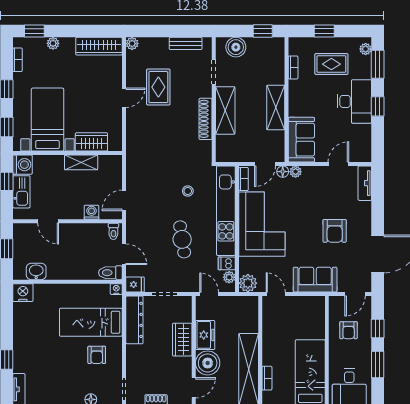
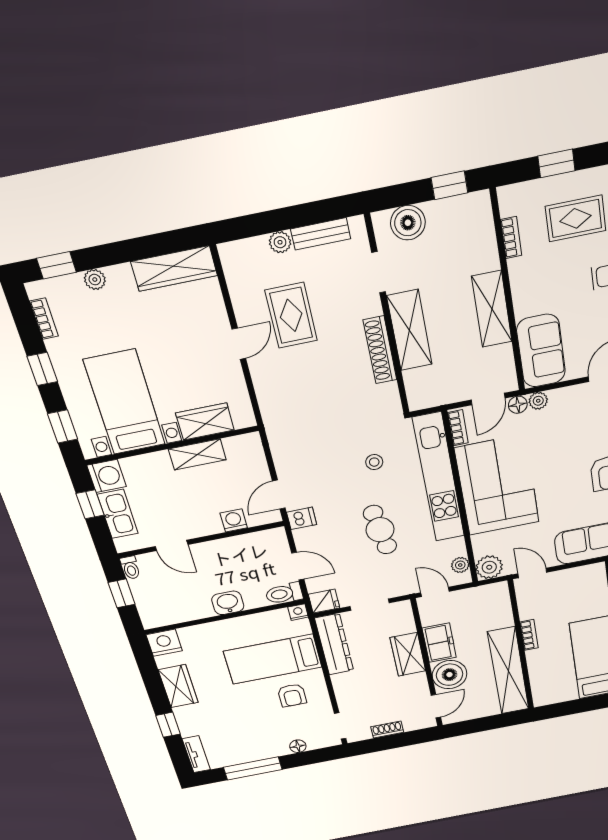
plant: (132, 44) -> (280, 242), moved
toilet: (113, 231) -> (130, 568), moved
dishwasher: (227, 263) -> (302, 518), moved, turned 180
washbasin: (36, 271) -> (228, 603), moved
wardrobe: (22, 329) -> (178, 686), added
bookcase: (267, 378) -> (529, 635), moved

